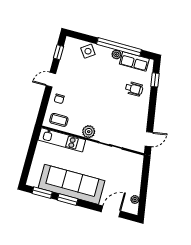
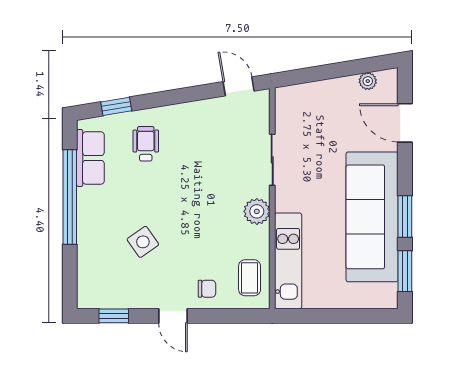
side table: (88, 51) -> (143, 242), moved
plant: (116, 54) -> (86, 198), removed

